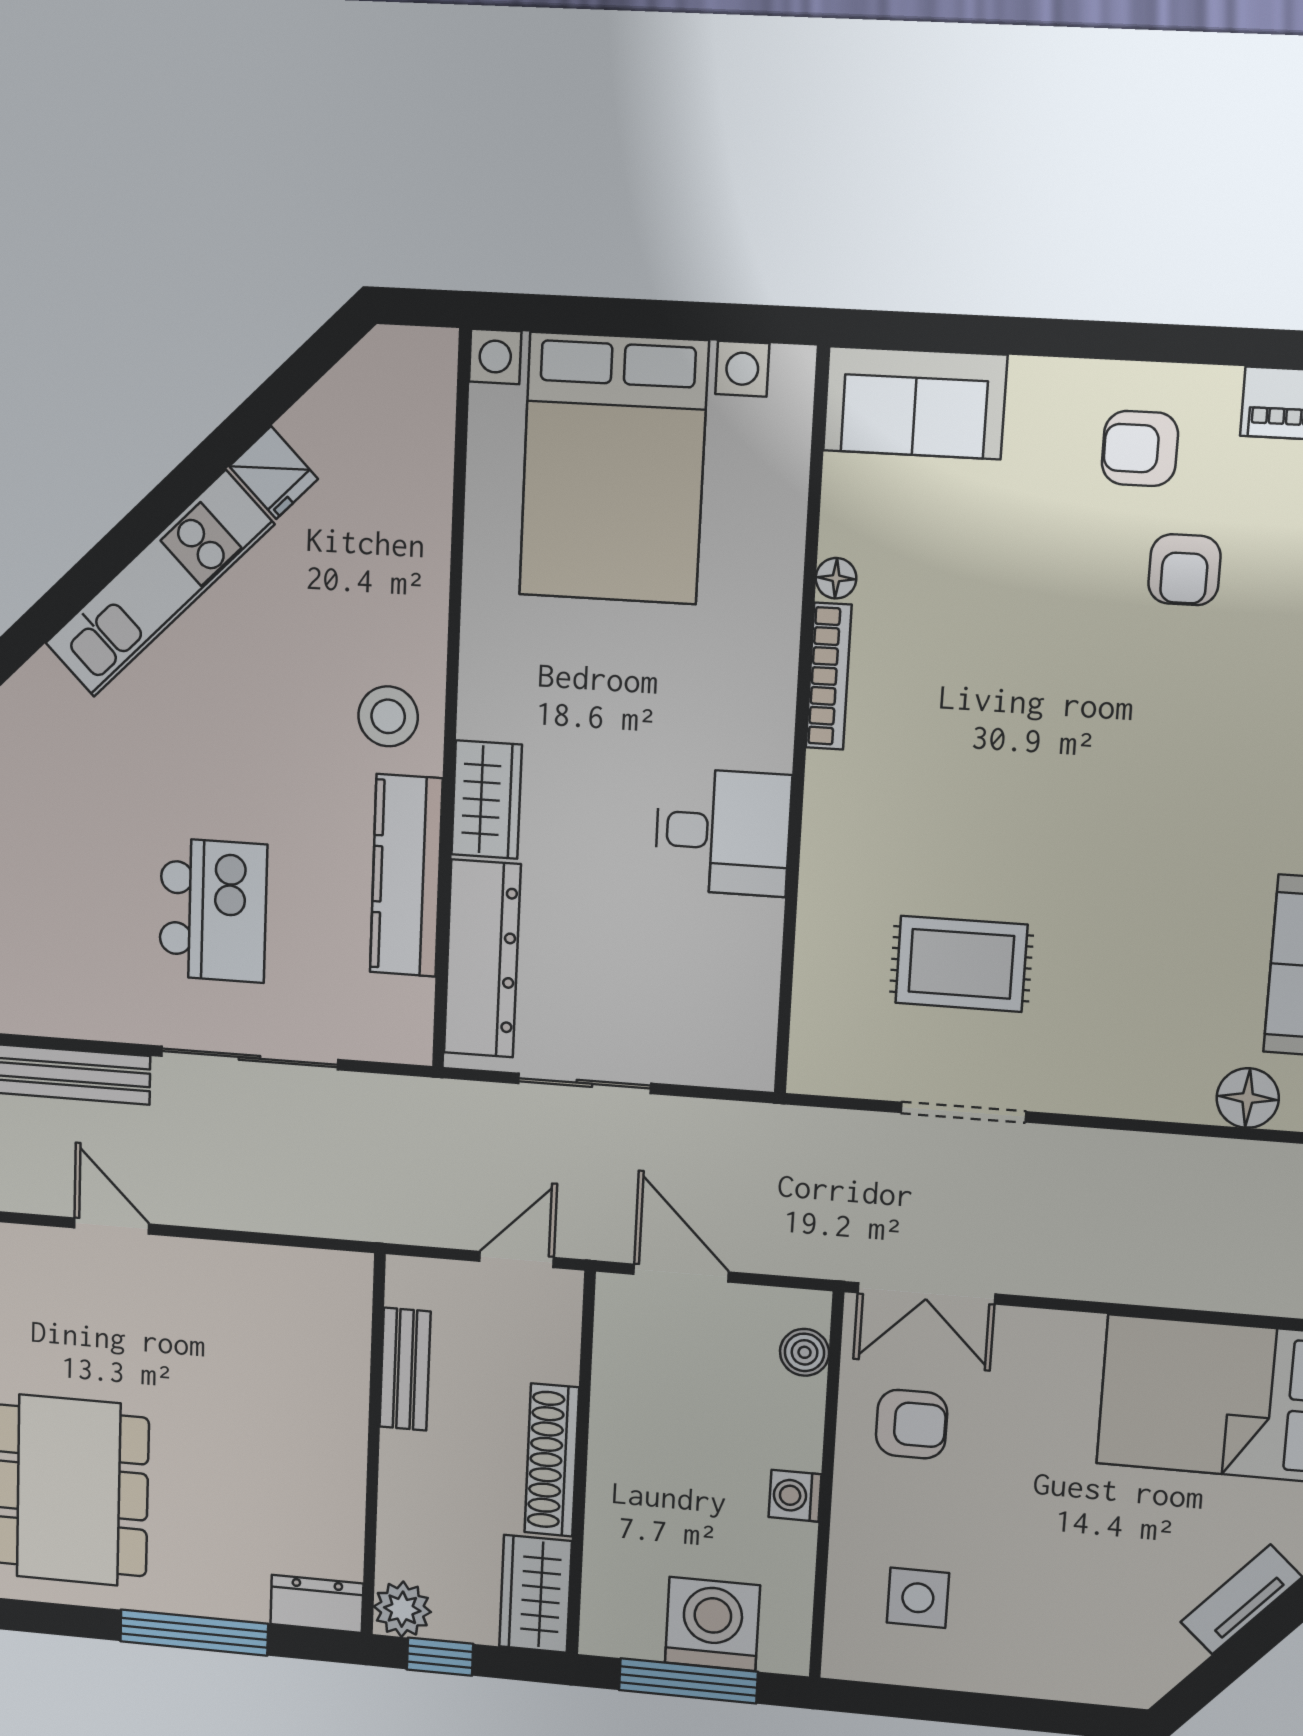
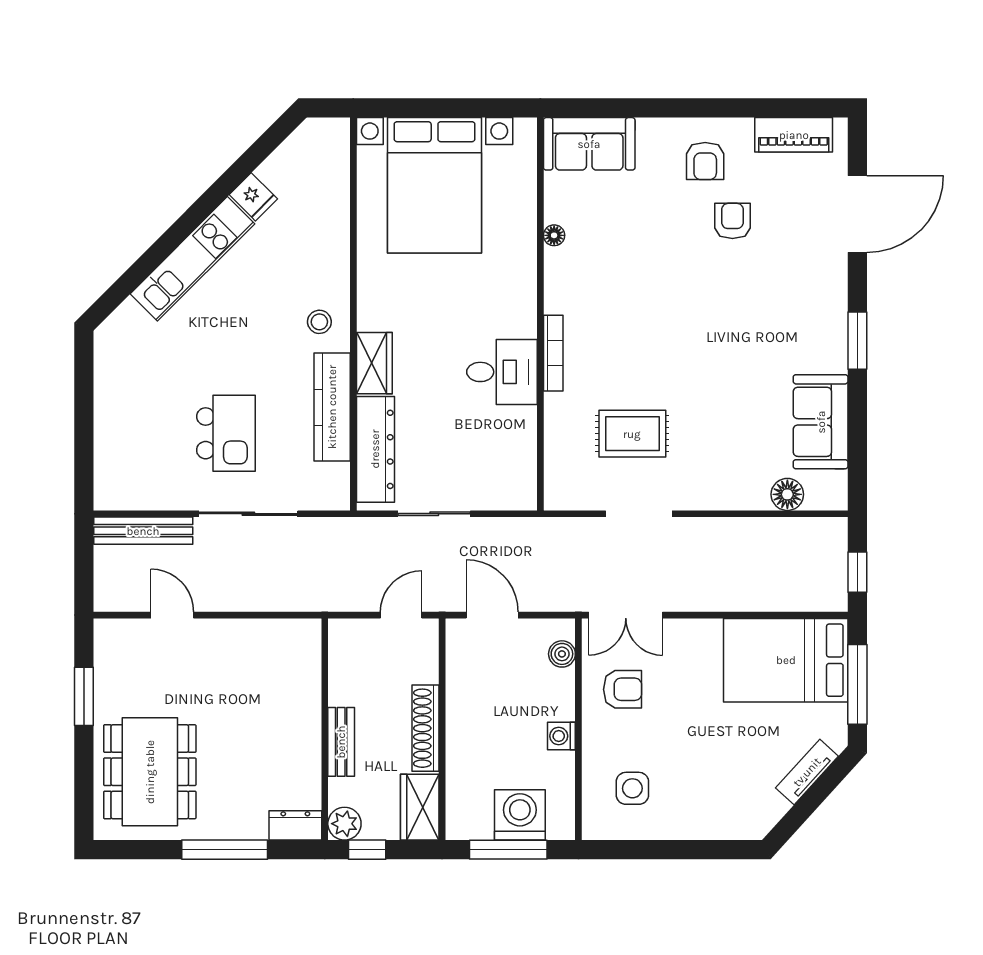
armchair: (1140, 448) -> (705, 161), turned -90
armchair: (1184, 570) -> (732, 221), turned 180
bookcase: (829, 676) -> (553, 353), moved
stool: (388, 716) -> (319, 322), width x0.73, depth x0.73
bench: (405, 1369) -> (341, 742), moved

